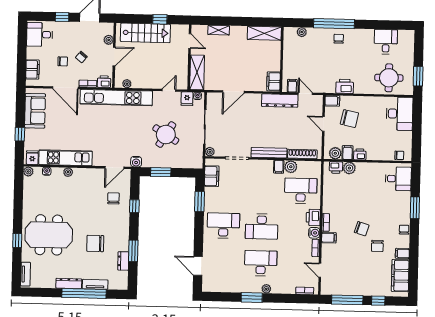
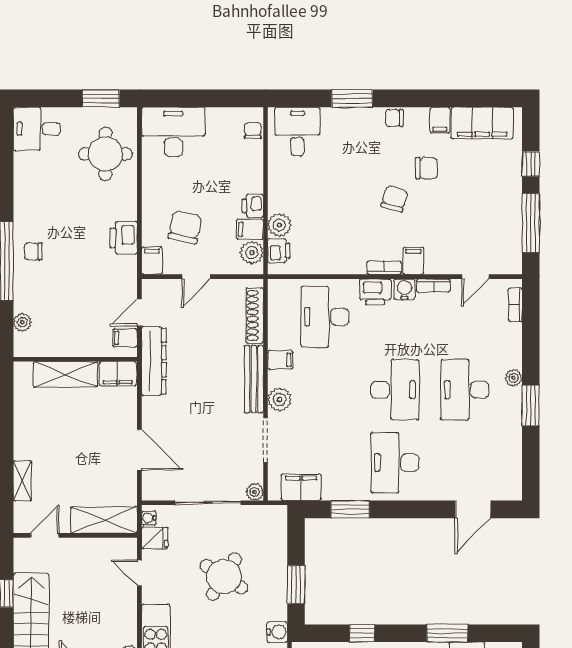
shelving: (264, 33) -> (66, 374), moved, turned 90
desk: (386, 42) -> (37, 129), moved
plant: (291, 167) -> (280, 400), moved

